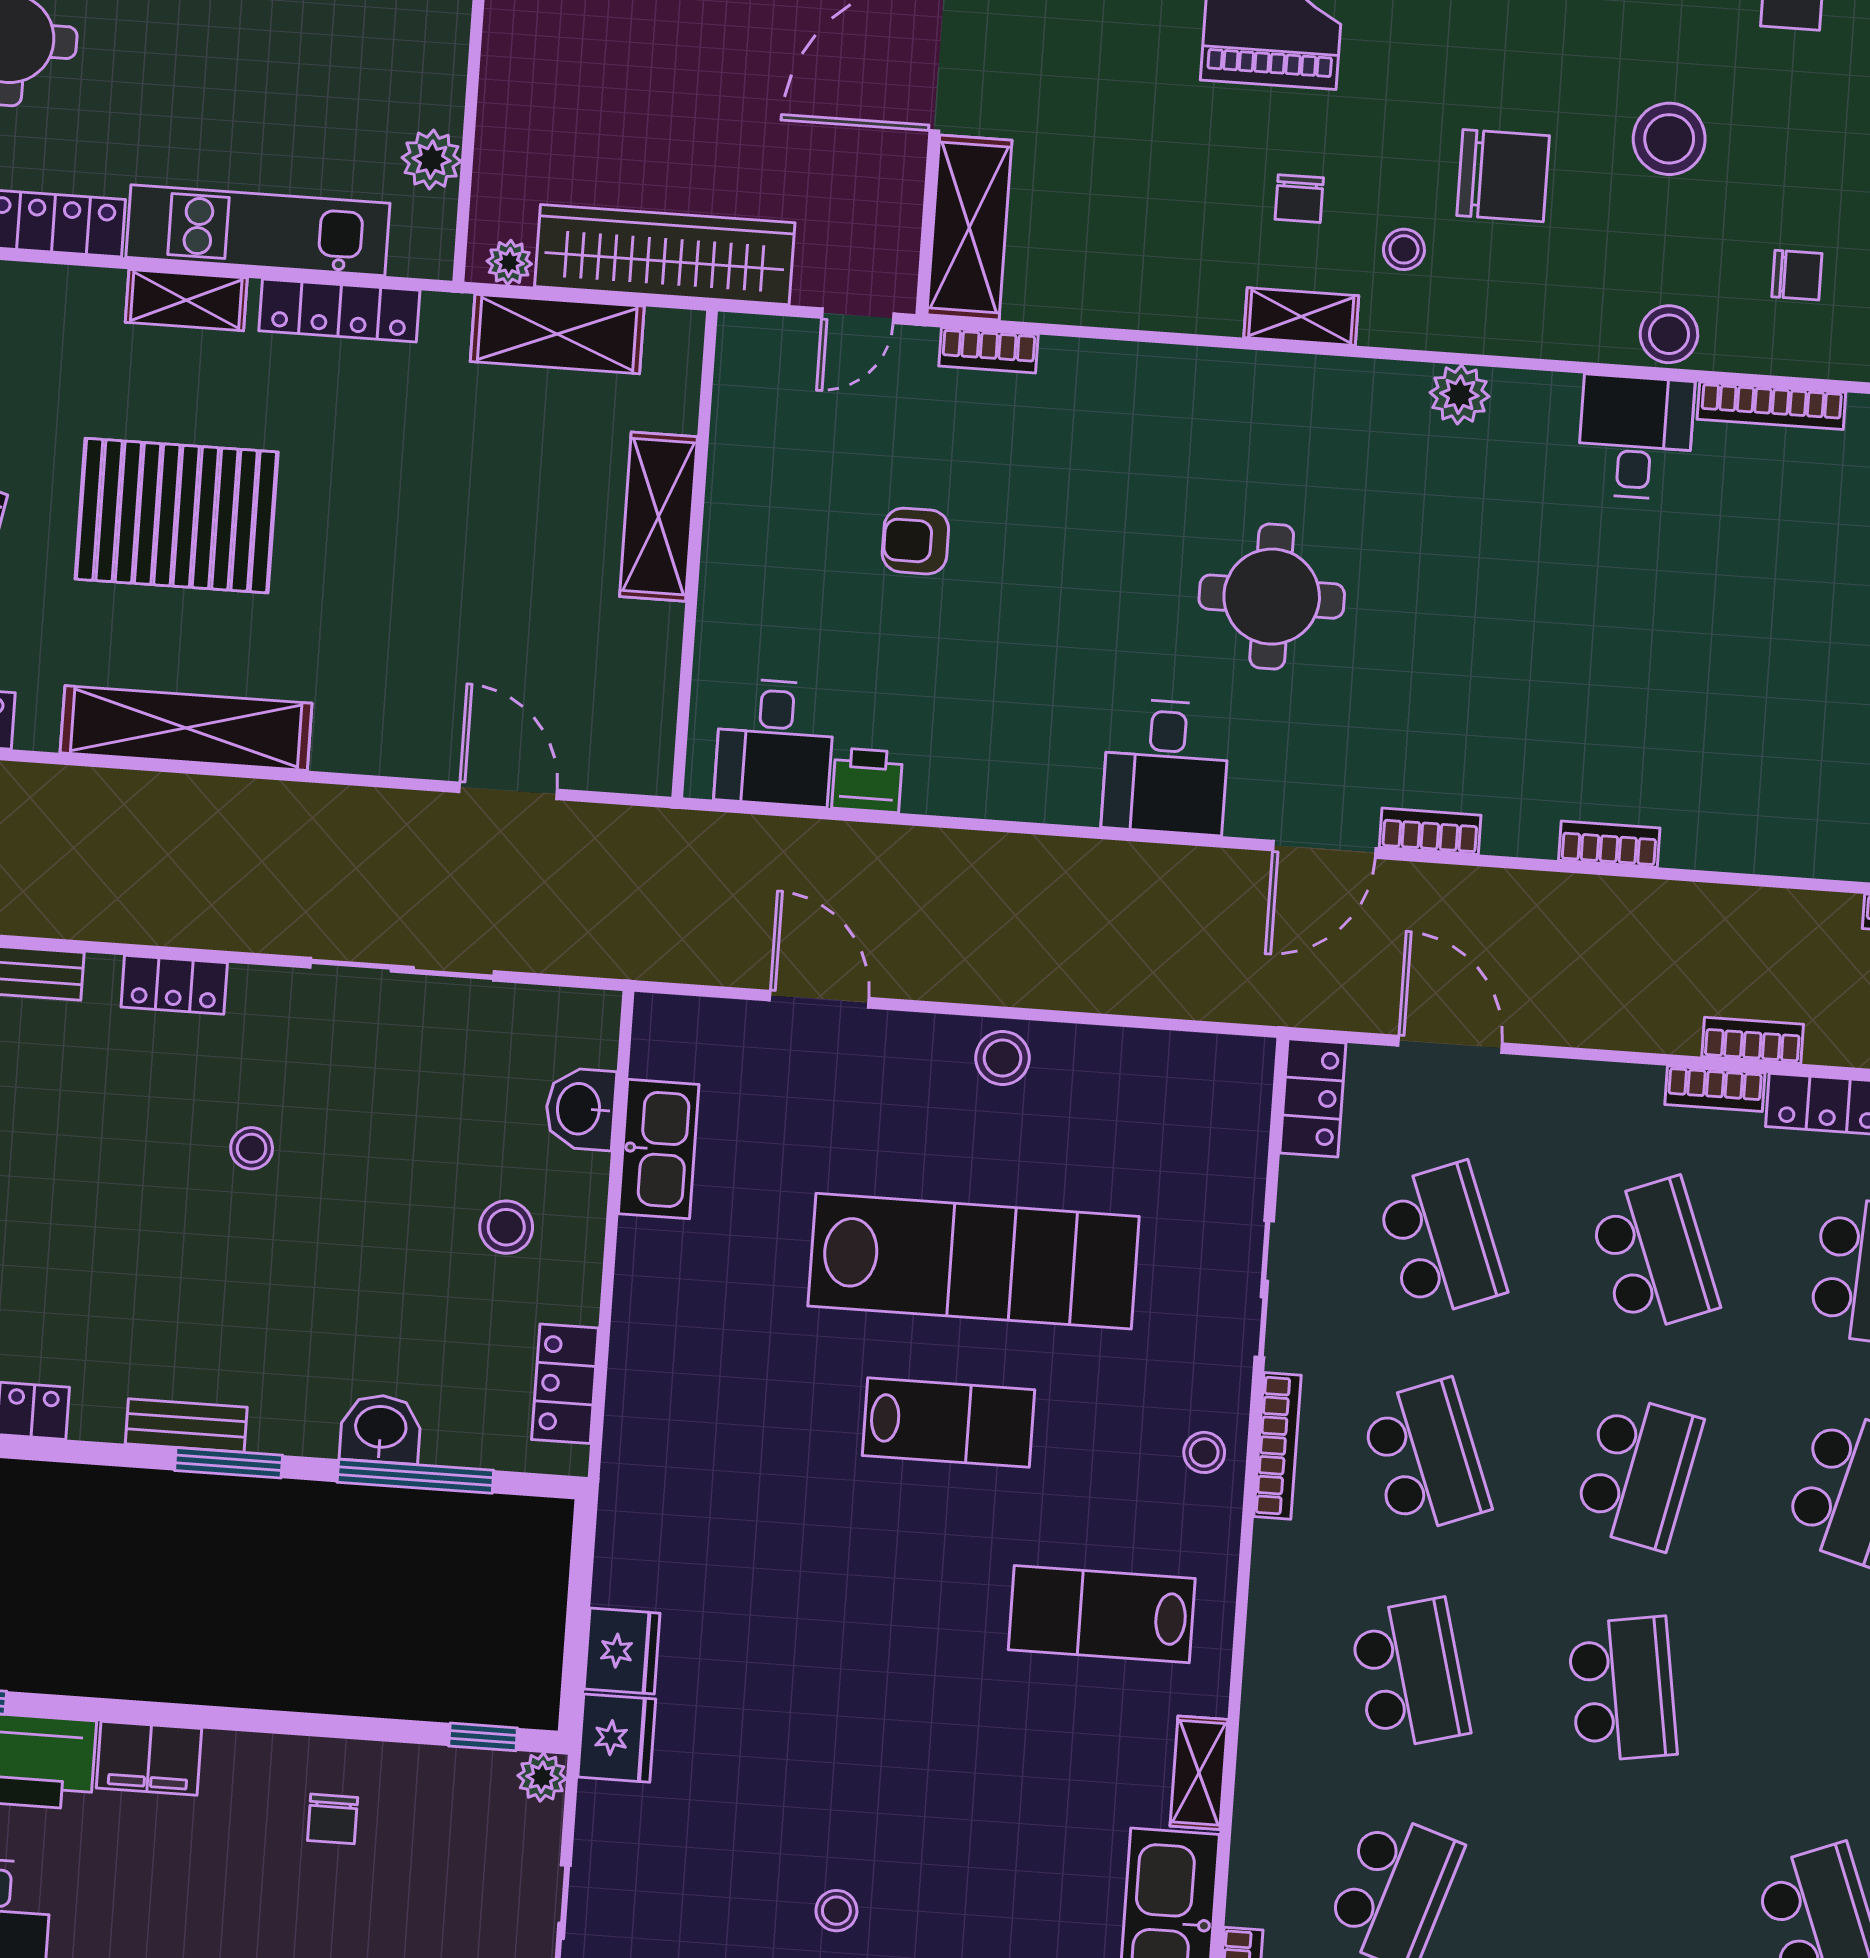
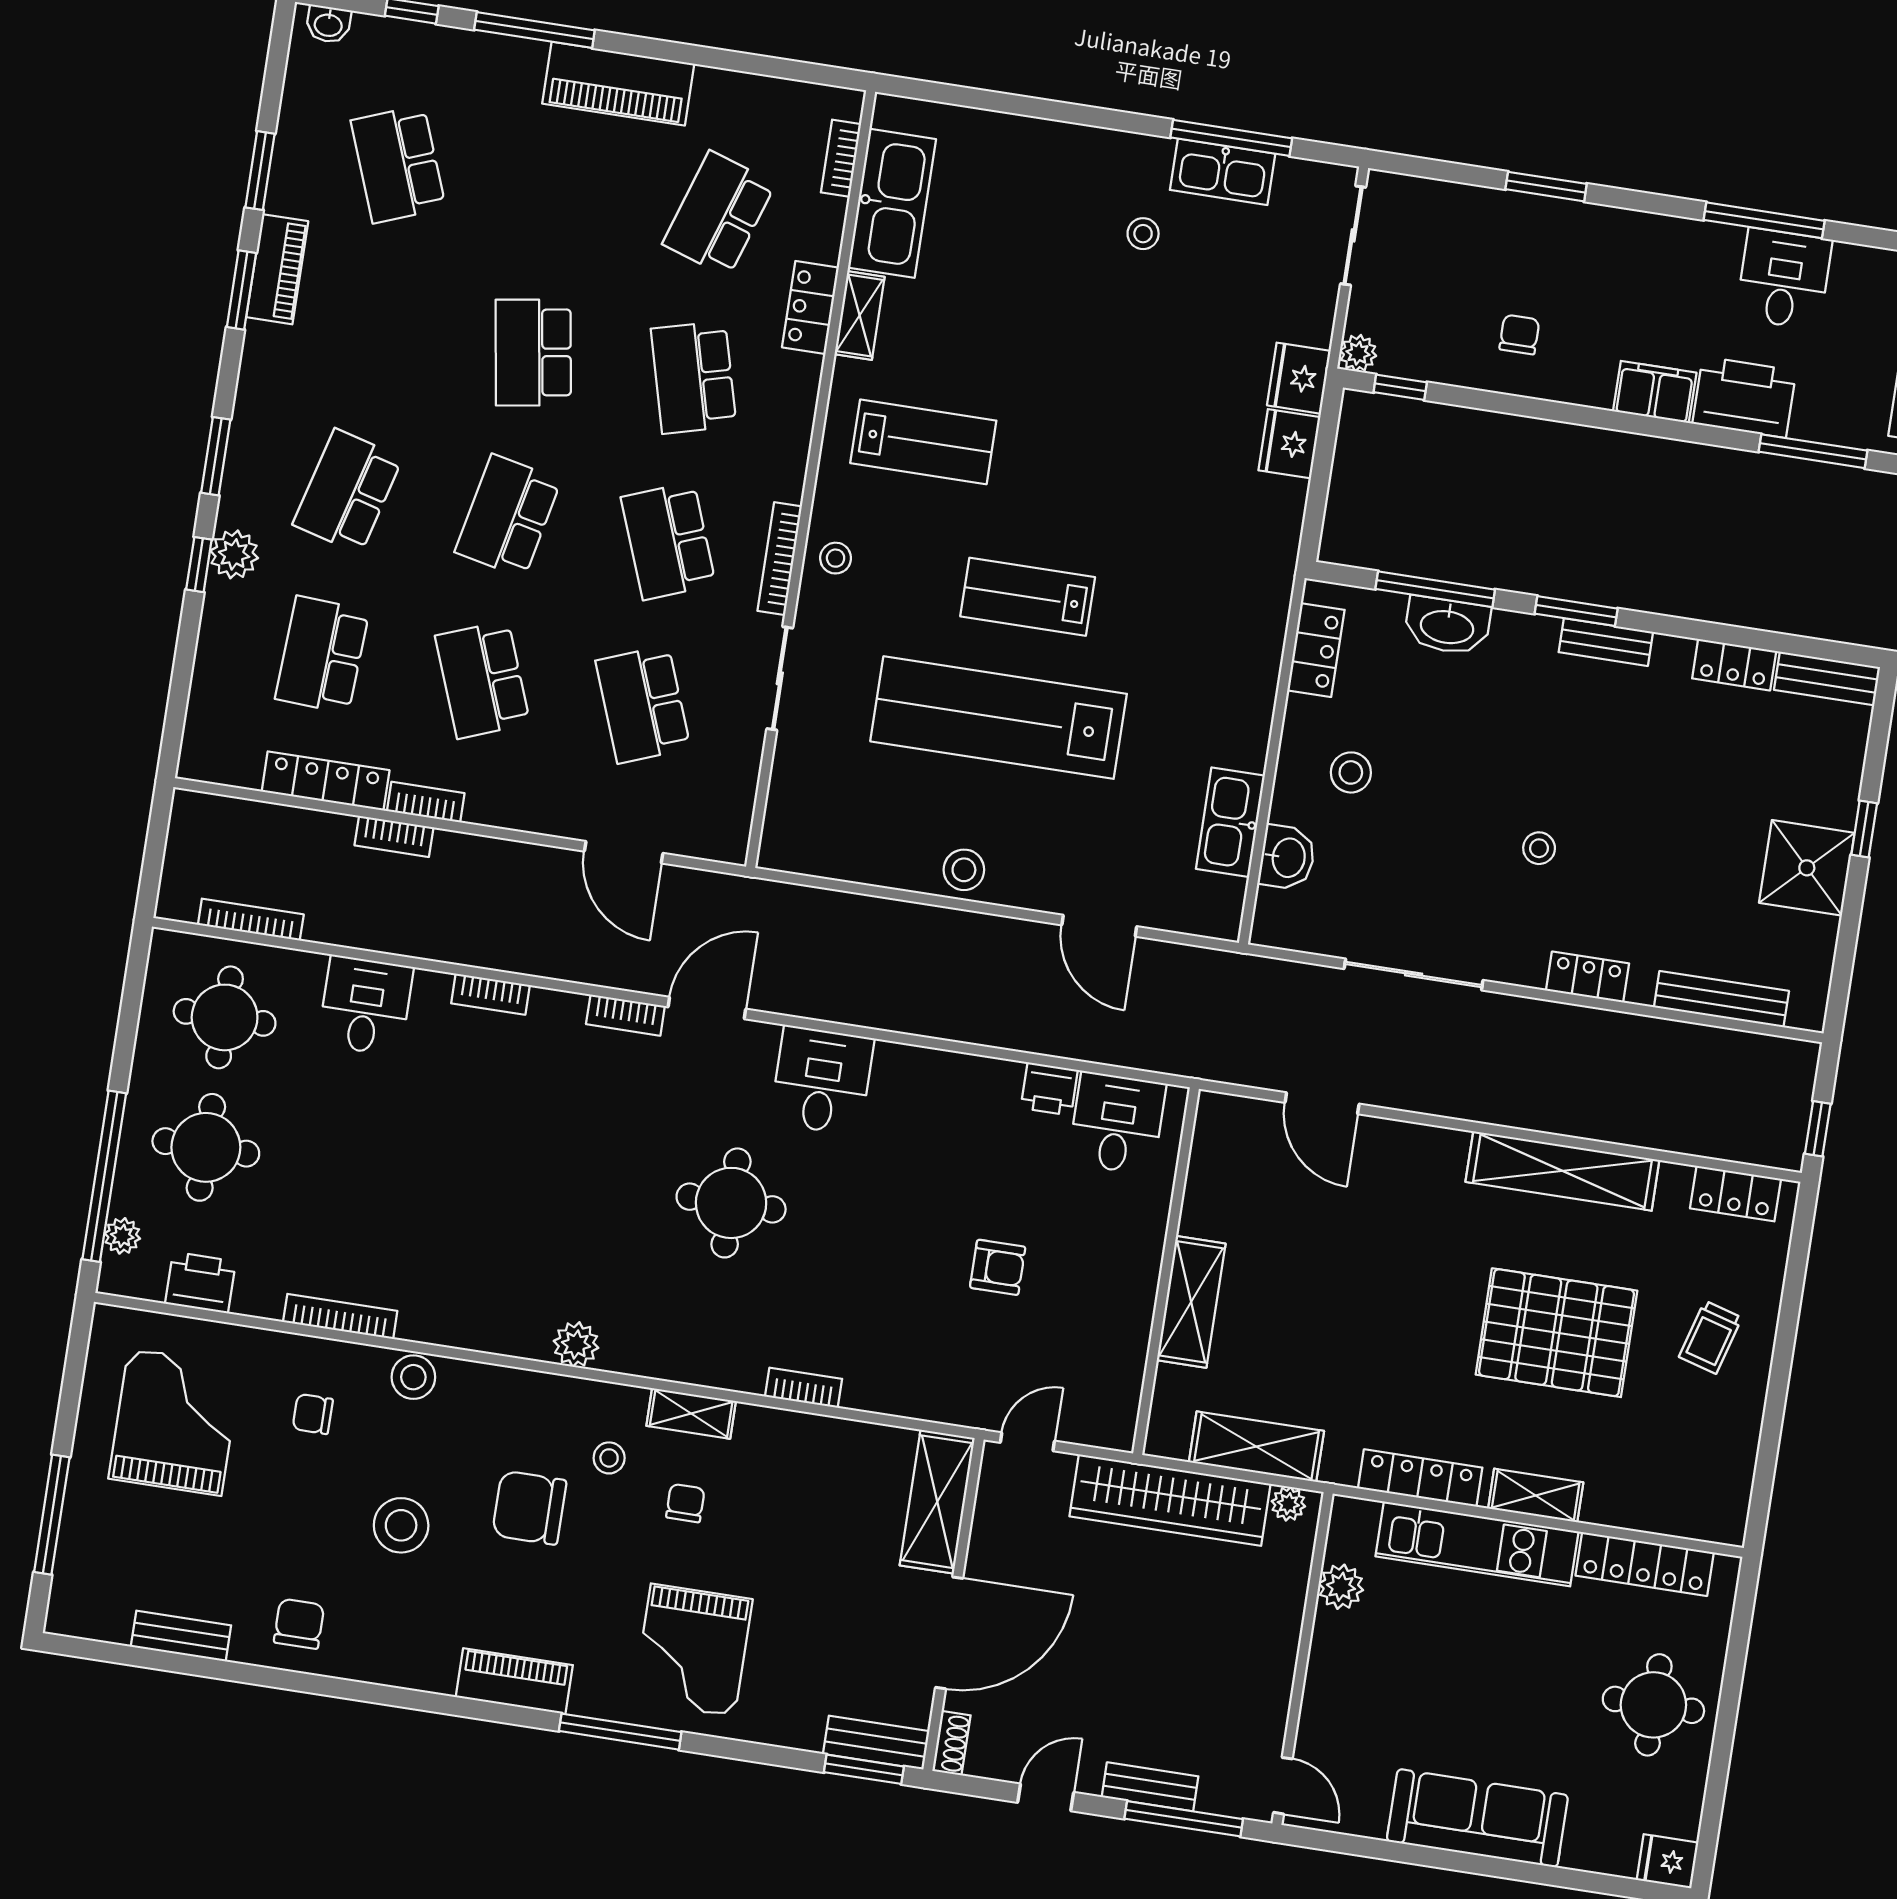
bookcase: (989, 350) -> (804, 1388), moved
desk: (1636, 437) -> (365, 1006), moved, turned 180
locker: (1313, 1098) -> (810, 307), moved
washbasin: (381, 1429) -> (1447, 626), width x1.38

